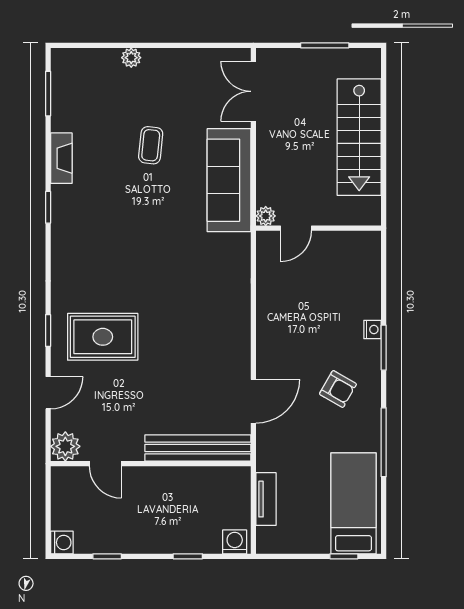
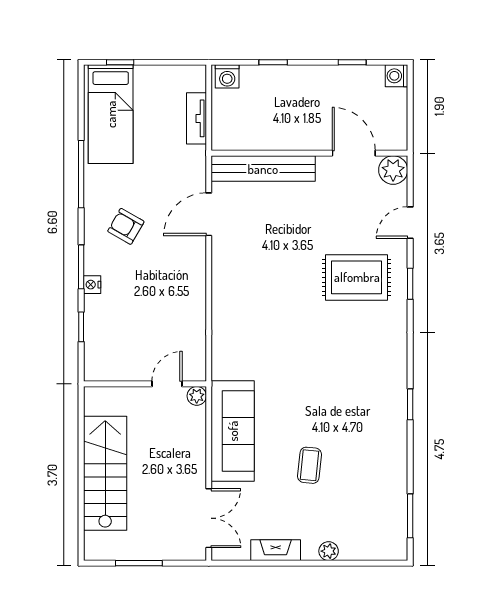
fireplace: (61, 158) -> (276, 550), moved, turned 90
window: (384, 287) -> (81, 327), added
door: (105, 464) -> (354, 153), width x1.38

